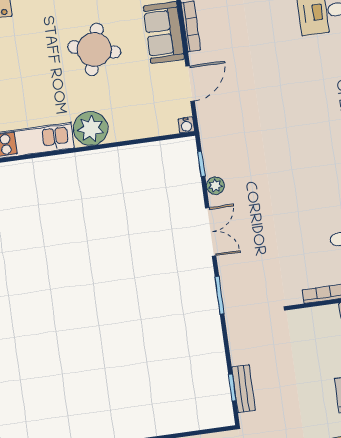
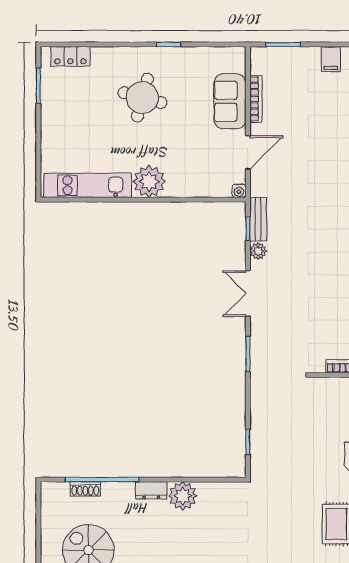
round table: (94, 50) -> (142, 98), moved
double door: (211, 232) -> (248, 294), swing flipped
bench: (243, 389) -> (258, 219), moved

